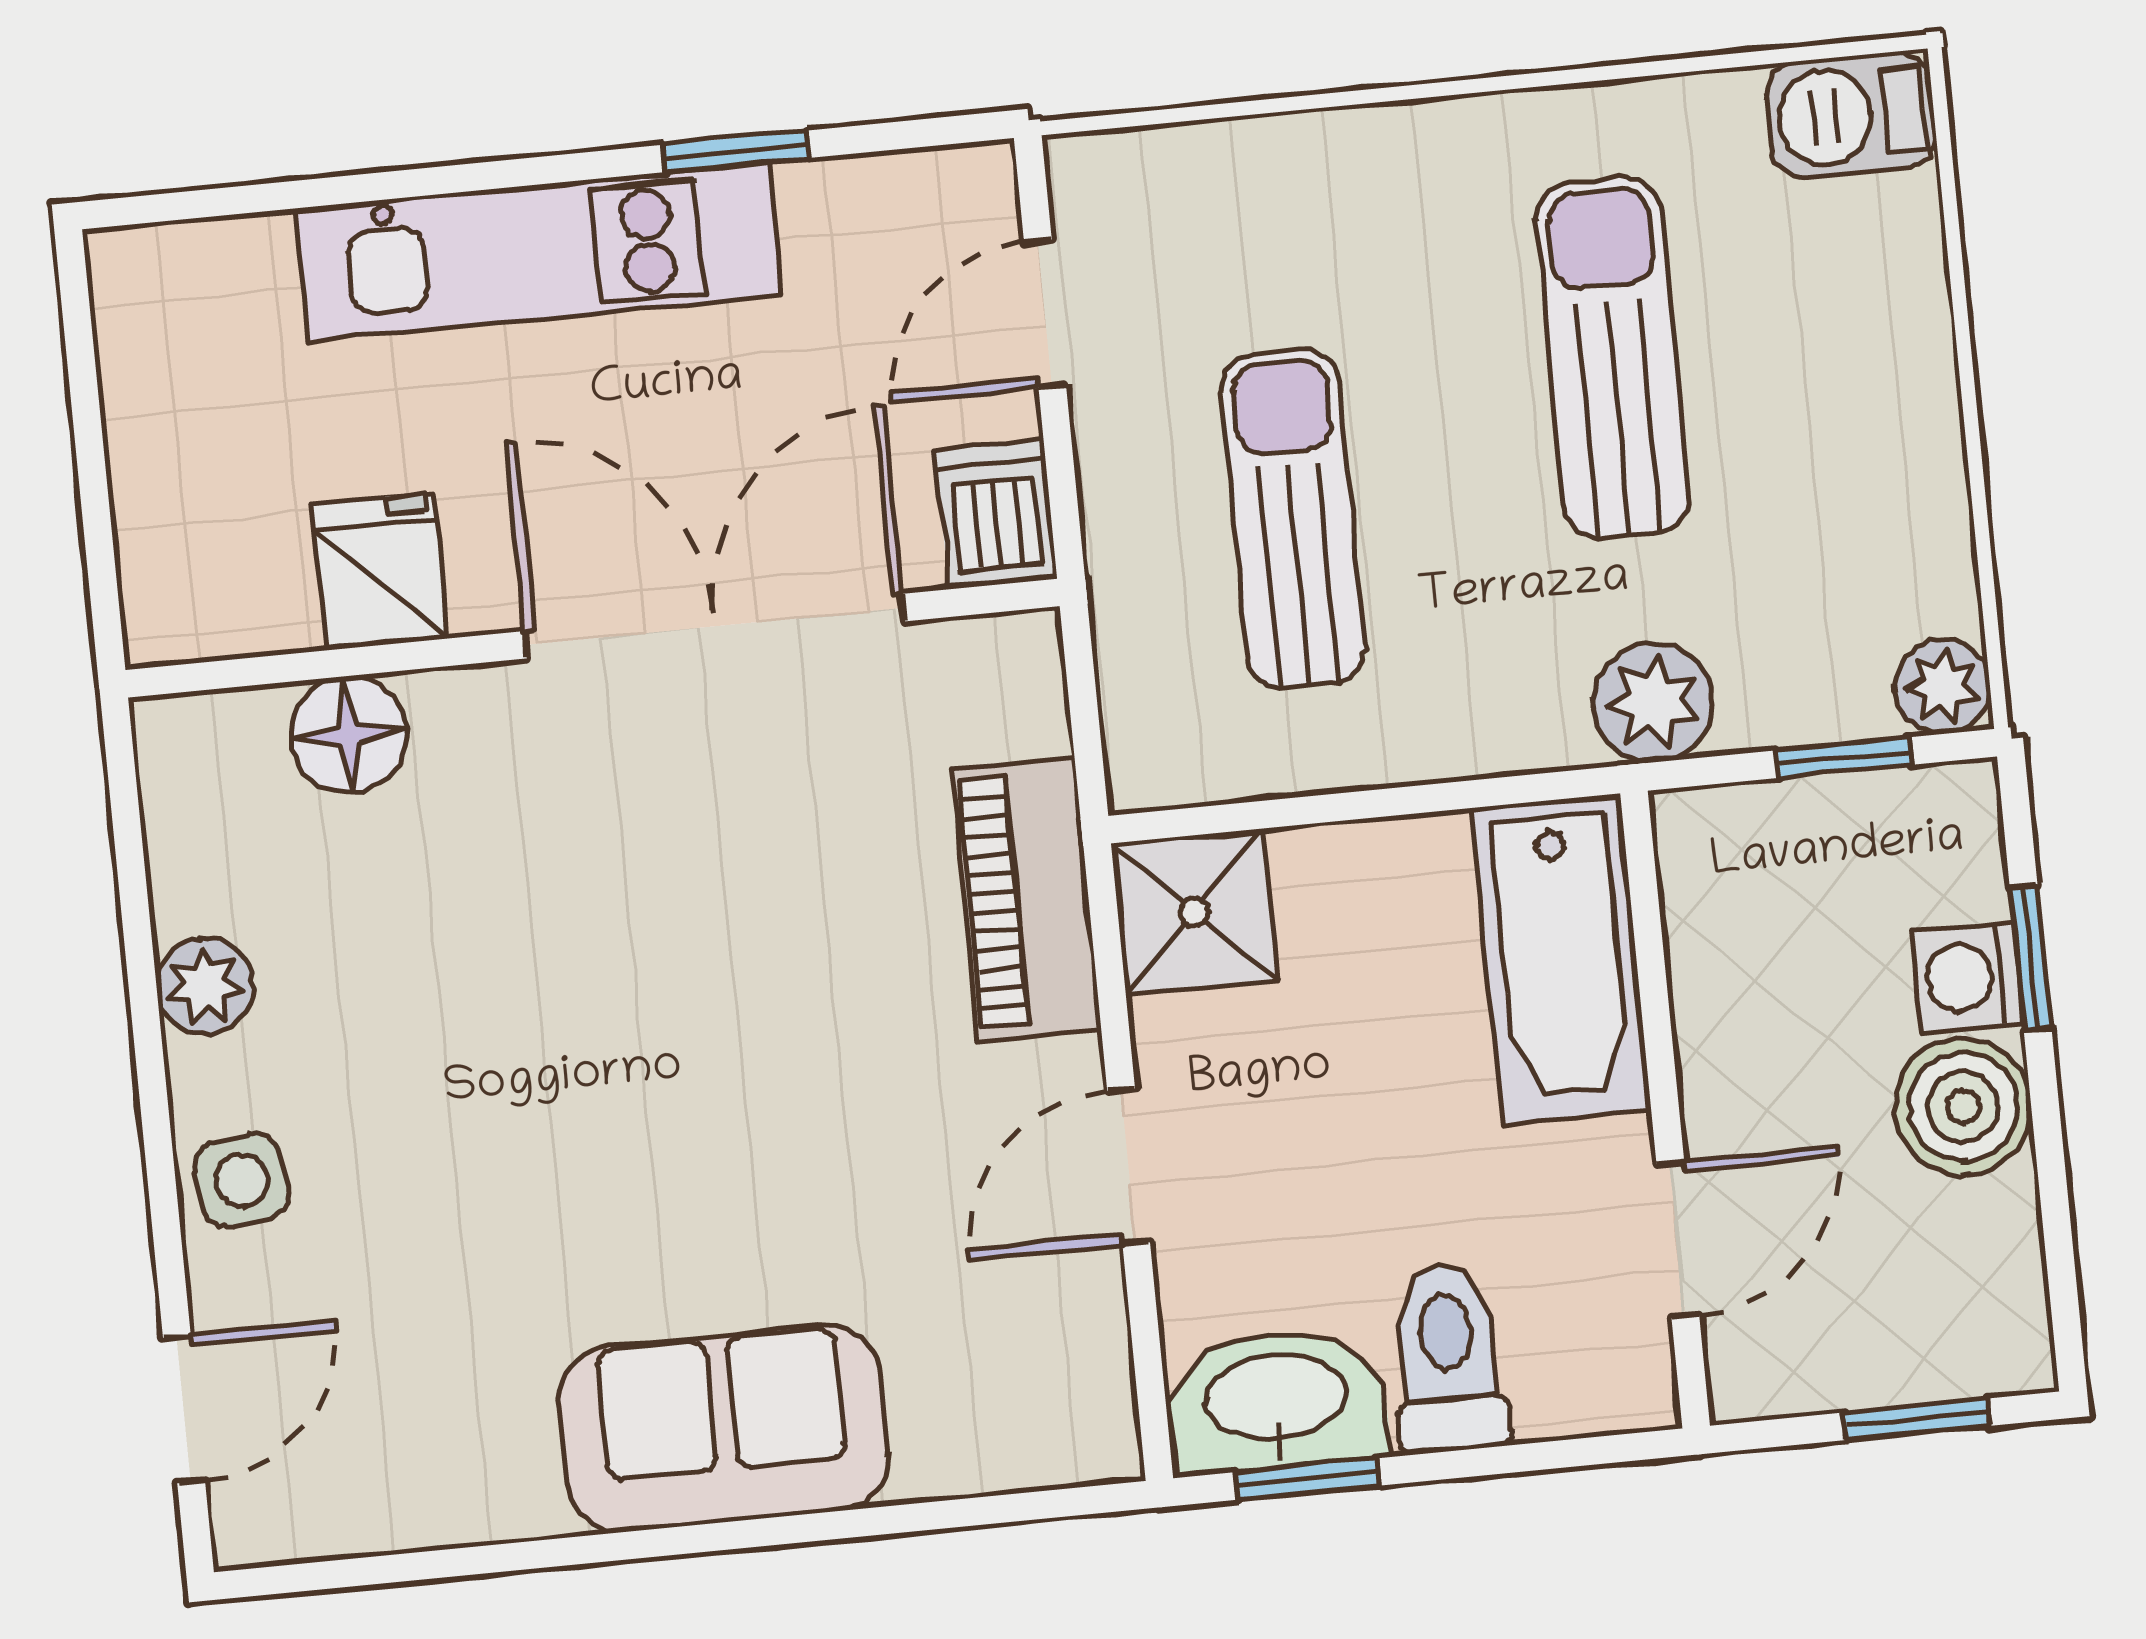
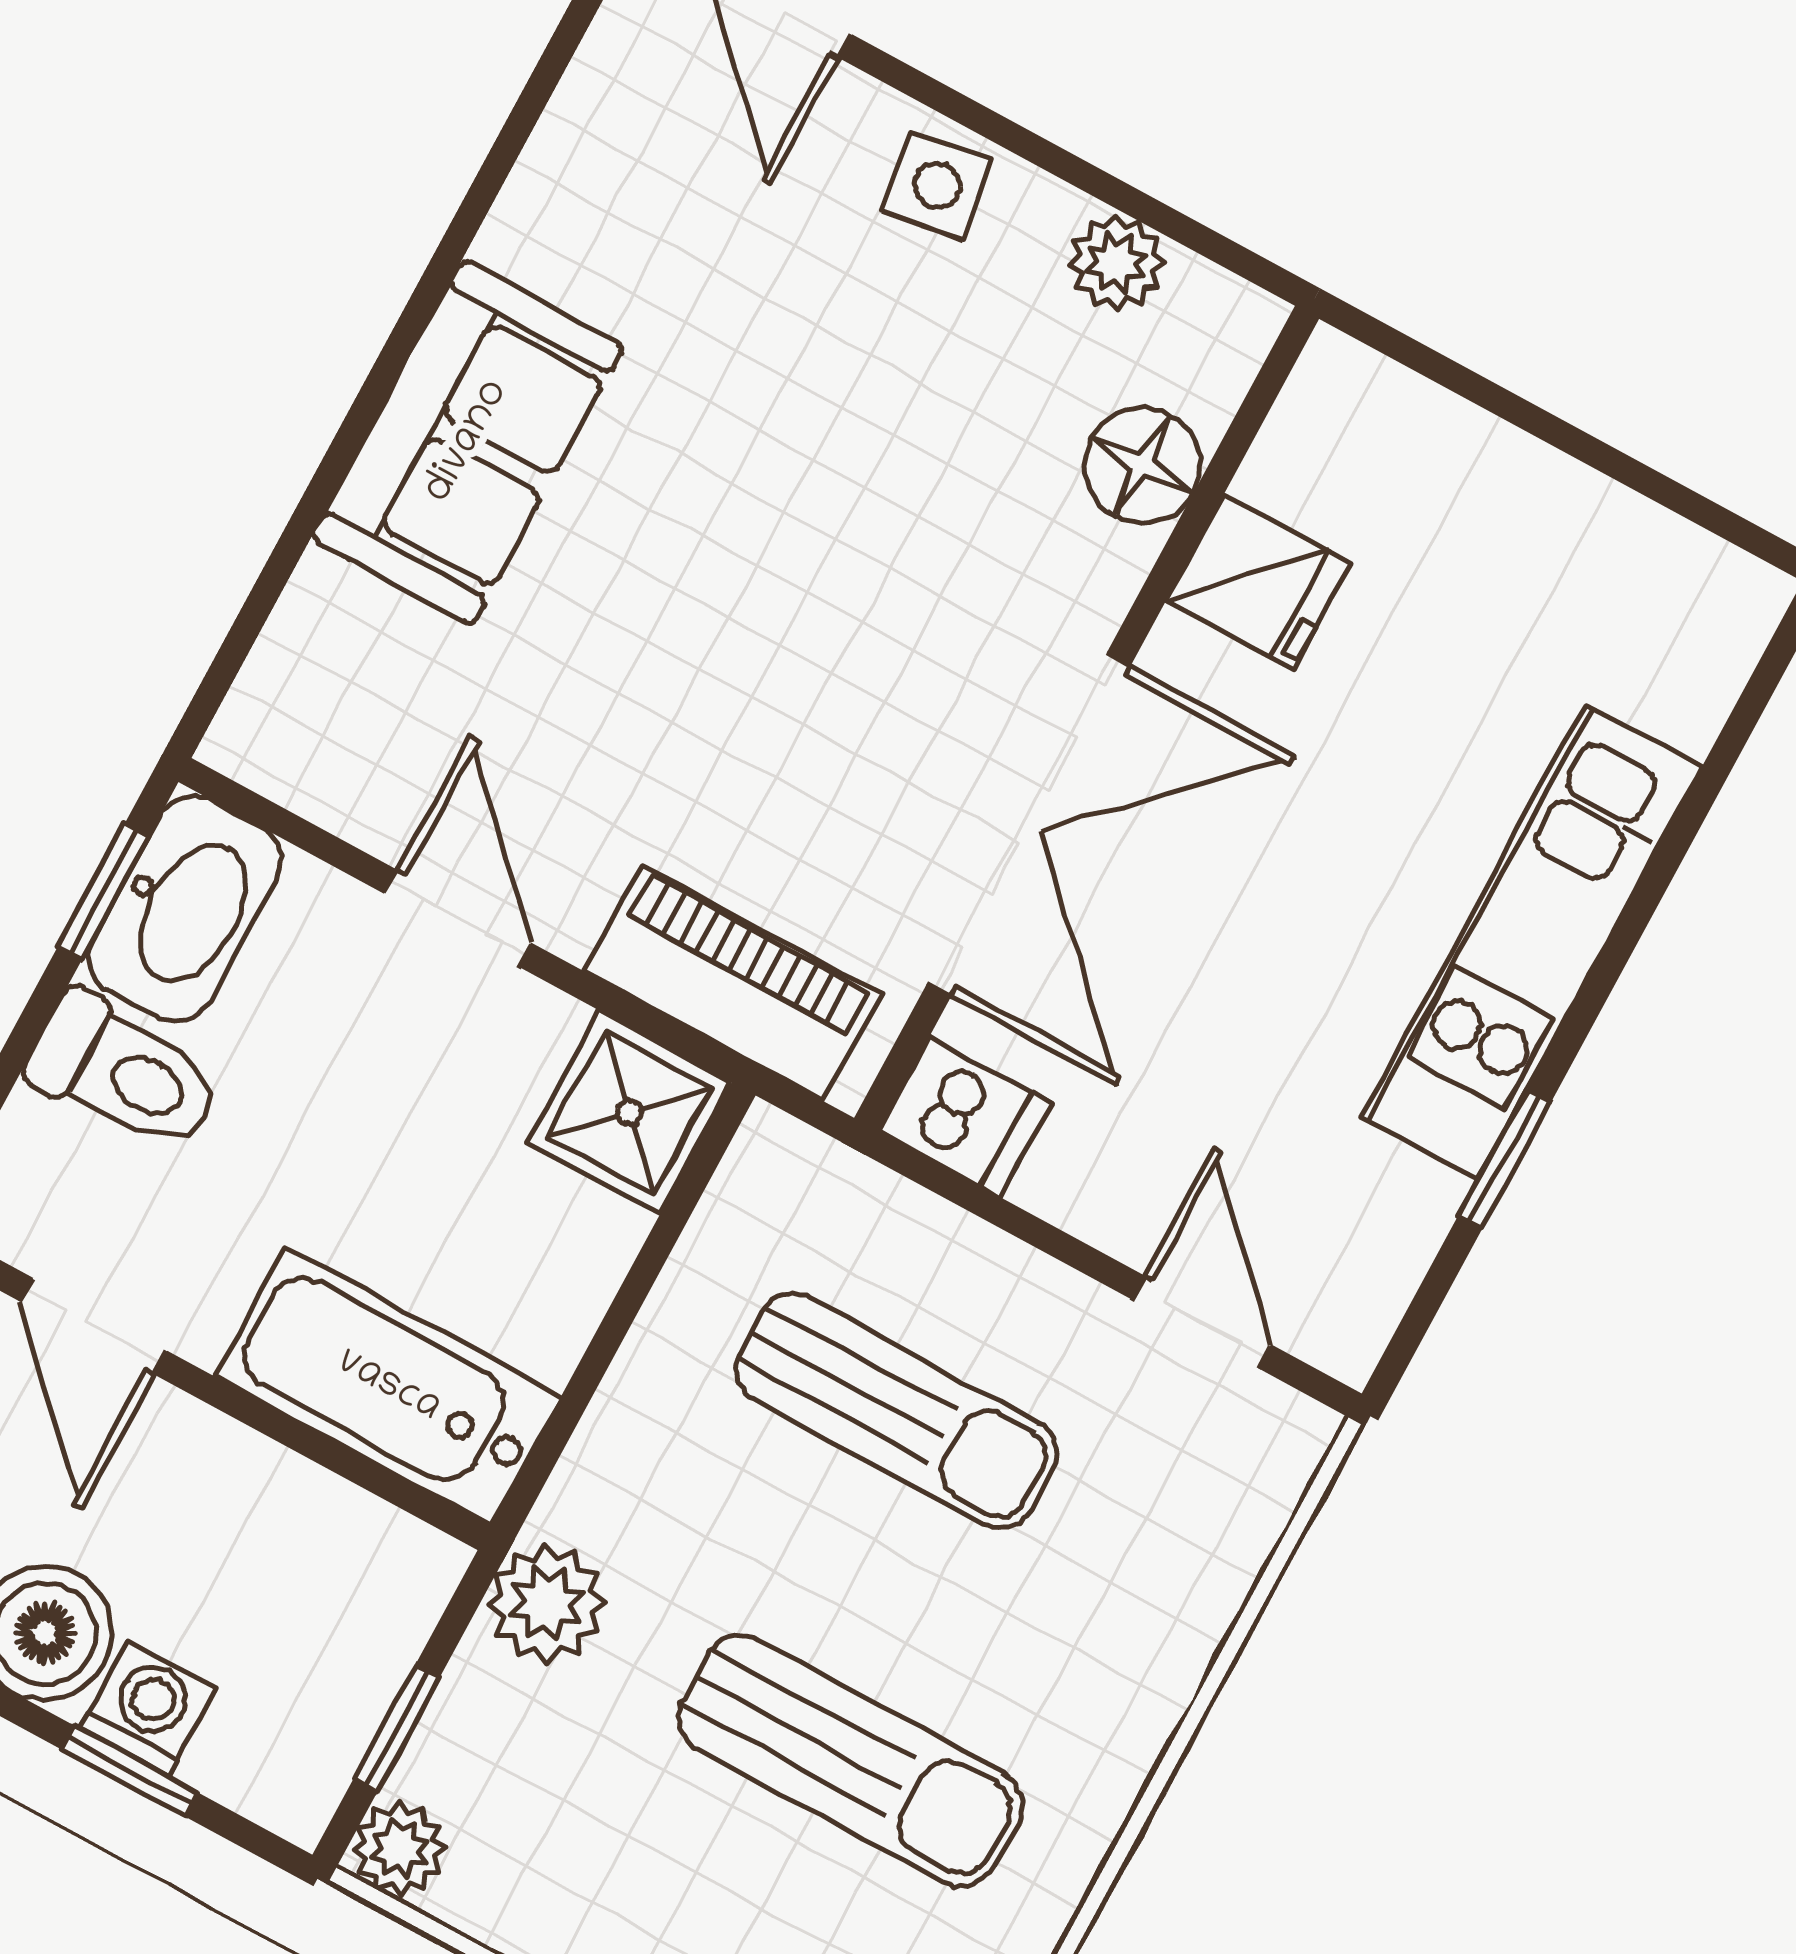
dishwasher: (996, 514) -> (965, 1117), moved
fridge: (380, 571) -> (1259, 582), moved
double door: (714, 626) -> (1029, 825), moved
wall: (593, 638) -> (1087, 718), moved
floor lamp: (349, 735) -> (1143, 466), moved

